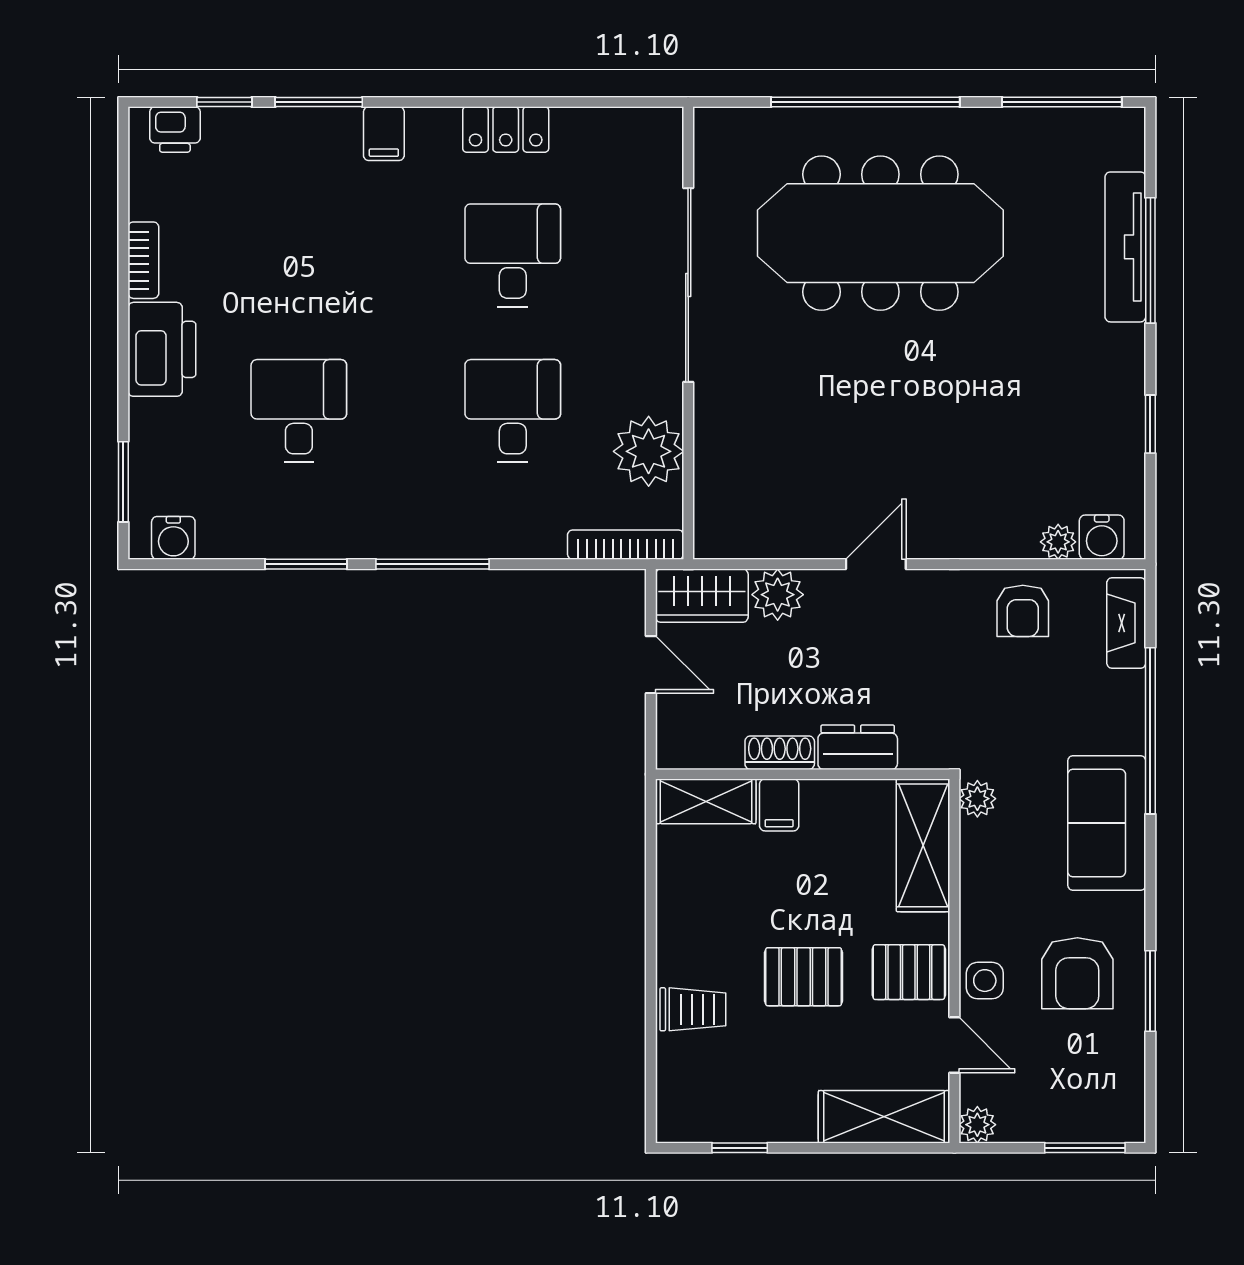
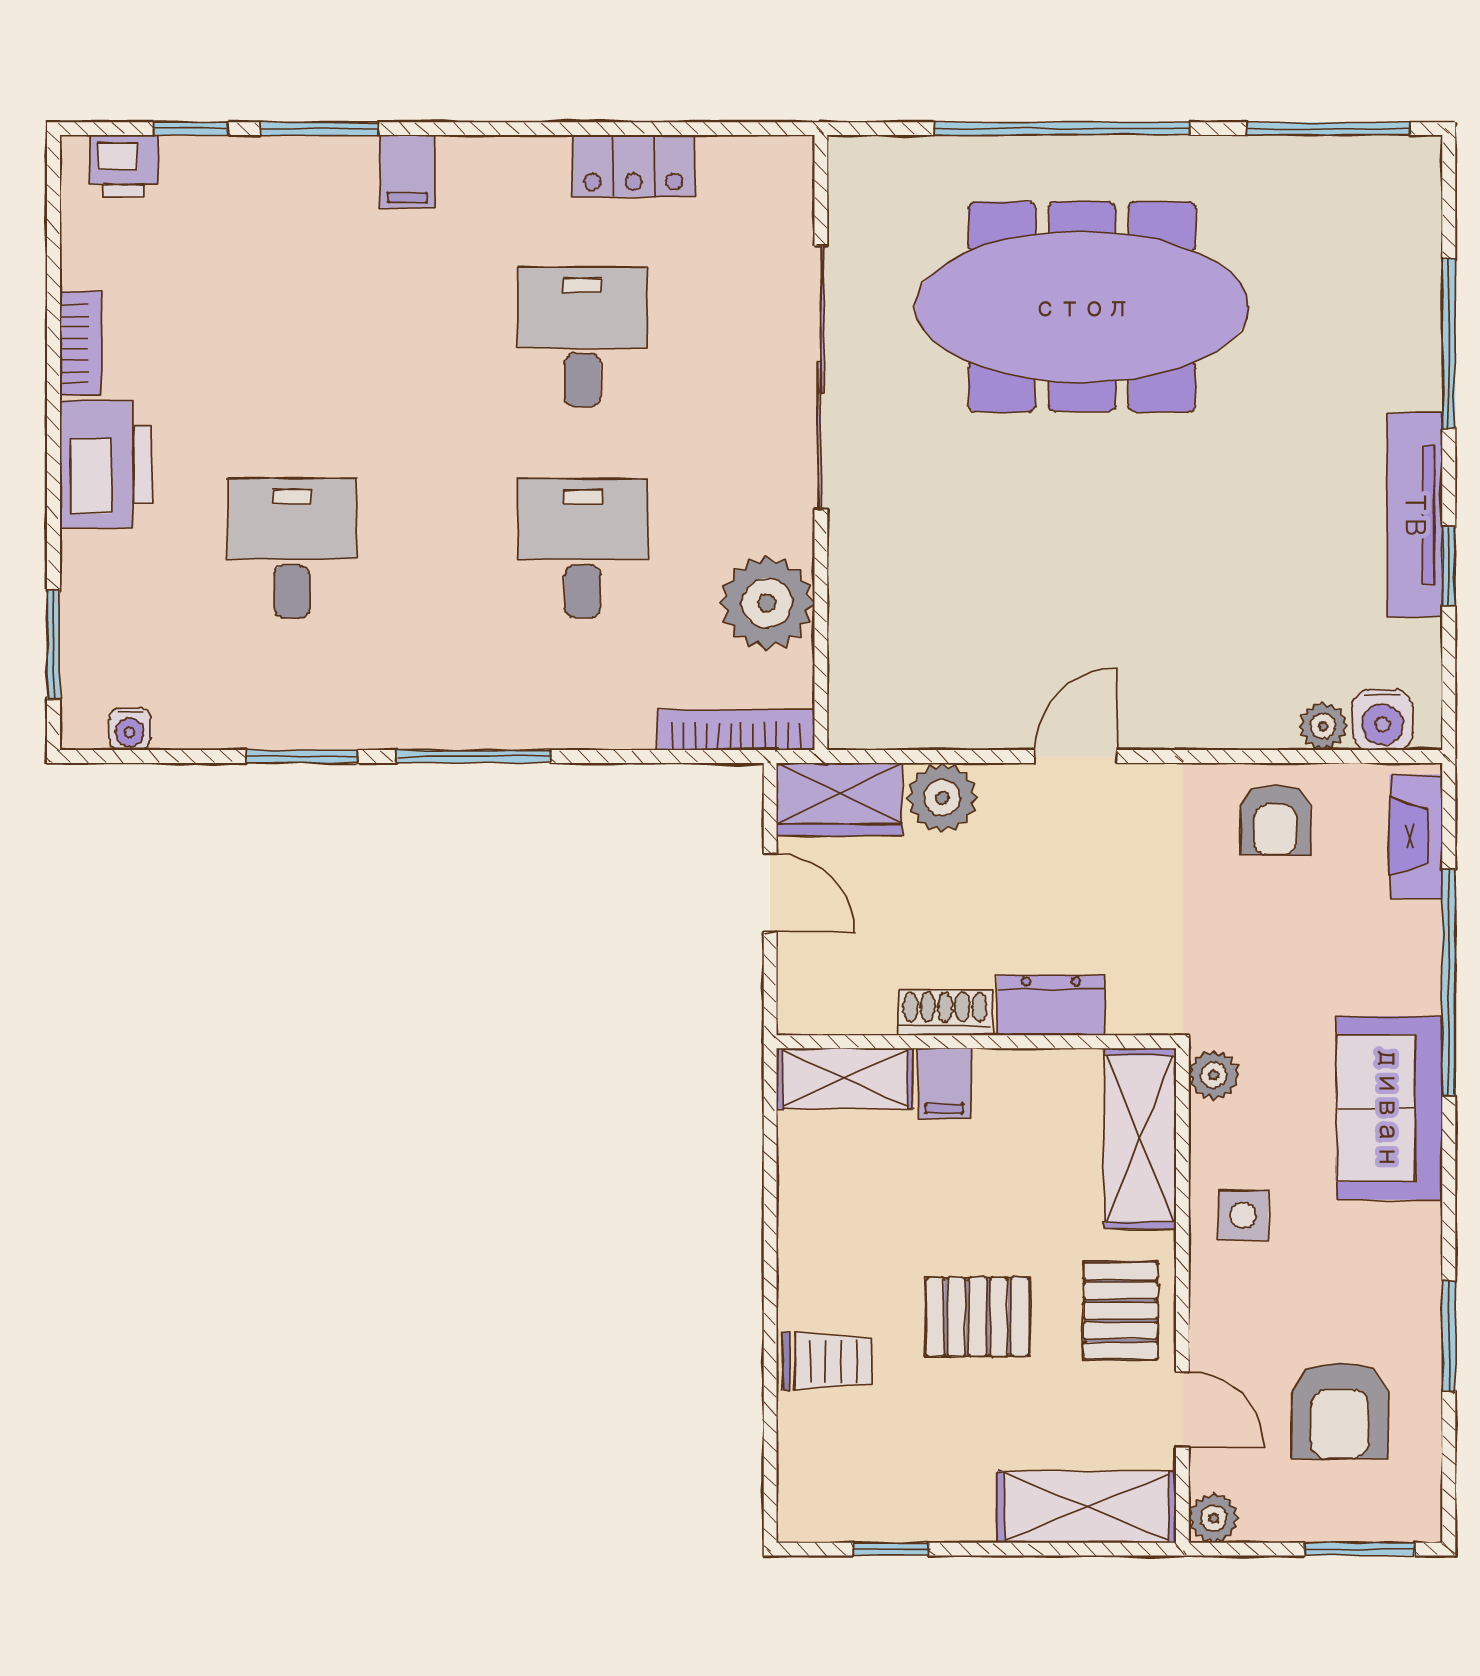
locker: (506, 129) -> (633, 166), moved
tv unit: (1125, 247) -> (1415, 515), moved
water cooler: (173, 538) -> (130, 729), width x0.72, depth x0.72
pallet: (909, 972) -> (1121, 1311), turned 90
armchair: (1077, 973) -> (1340, 1411), moved
side table: (985, 981) -> (1243, 1215), moved

